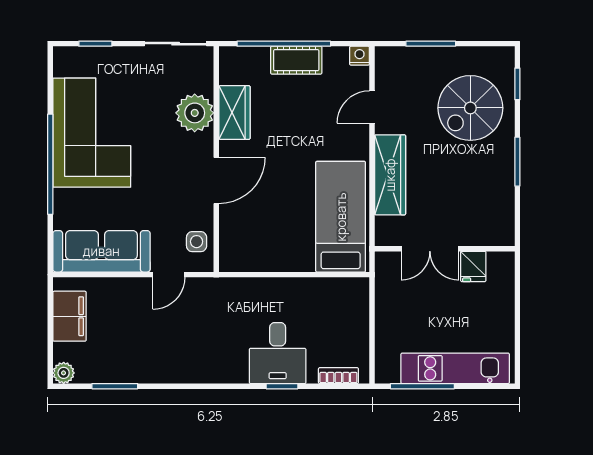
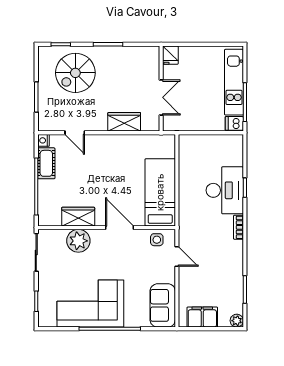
cot: (296, 60) -> (46, 163), moved
spiral stairs: (470, 108) -> (75, 73), turned 90
wardrobe: (390, 175) -> (124, 122), width x0.67
bed: (341, 217) -> (160, 192), moved, turned 90
sofa: (101, 251) -> (163, 305), width x0.73
fridge: (473, 266) -> (170, 55), moved, turned 90
desk: (278, 353) -> (225, 190), width x1.37
dishwasher: (387, 369) -> (234, 123), added
bookcase: (338, 376) -> (238, 227), moved

